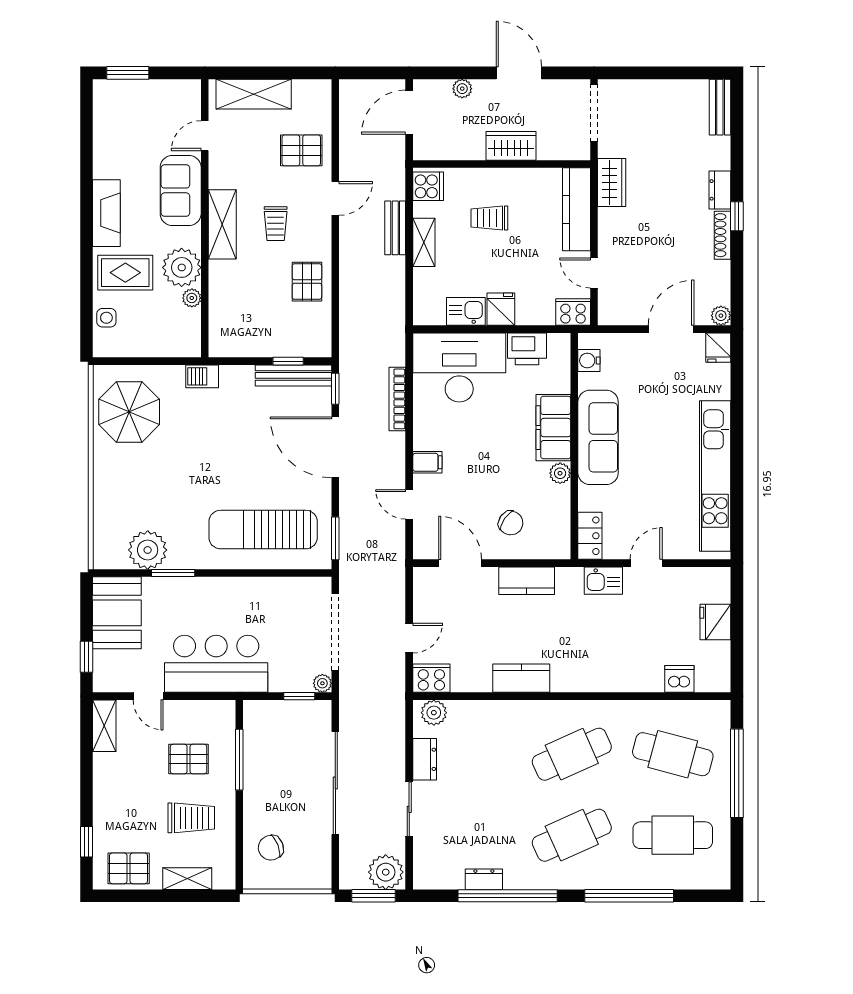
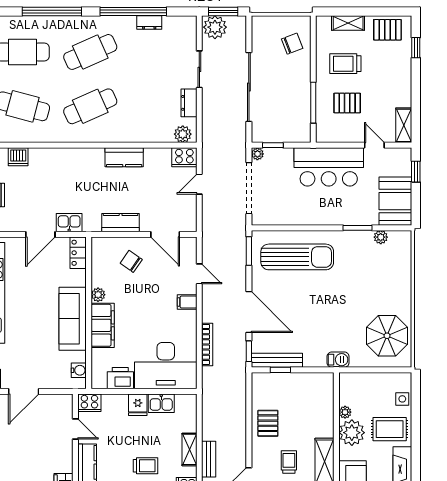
plant: (148, 550) -> (381, 237), width x0.53, depth x0.53
door: (646, 563) -> (40, 234), width x1.38

